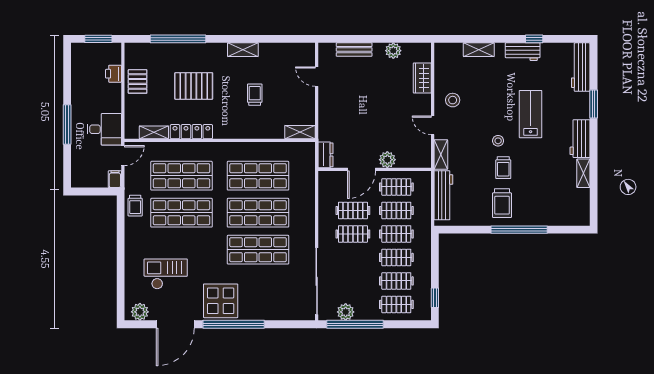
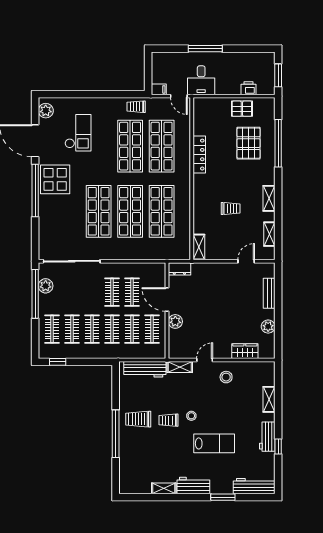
pallet: (194, 86) -> (249, 143), moved
shelving: (154, 132) -> (269, 234), moved

